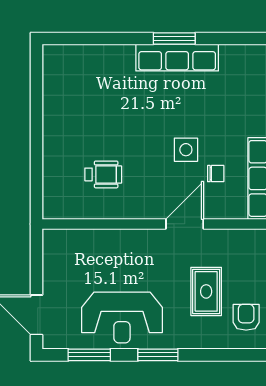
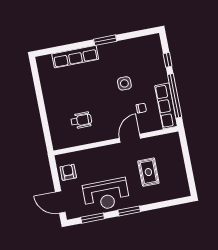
row of seats: (177, 58) -> (75, 57), moved
side table: (186, 150) -> (124, 83), moved
armchair: (246, 317) -> (68, 172), moved

